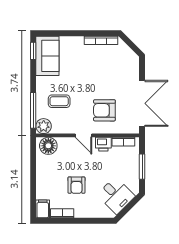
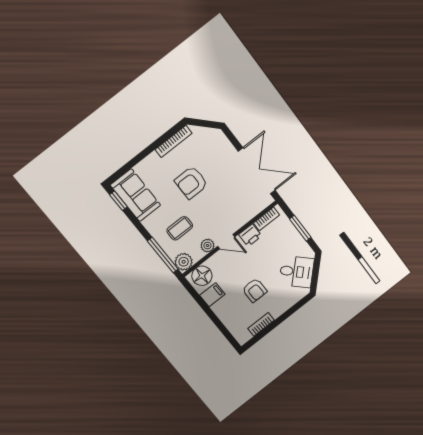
armchair: (104, 110) -> (191, 182), moved
plant: (69, 128) -> (207, 246), added
filing cabinet: (43, 209) -> (212, 295), moved, turned 90

